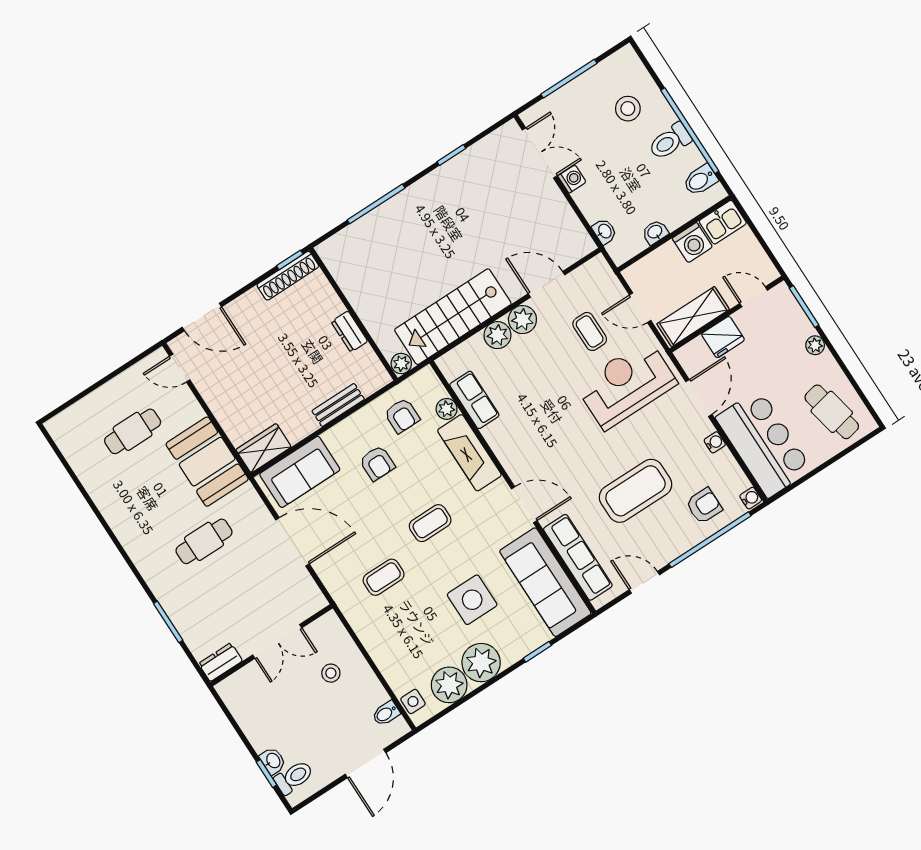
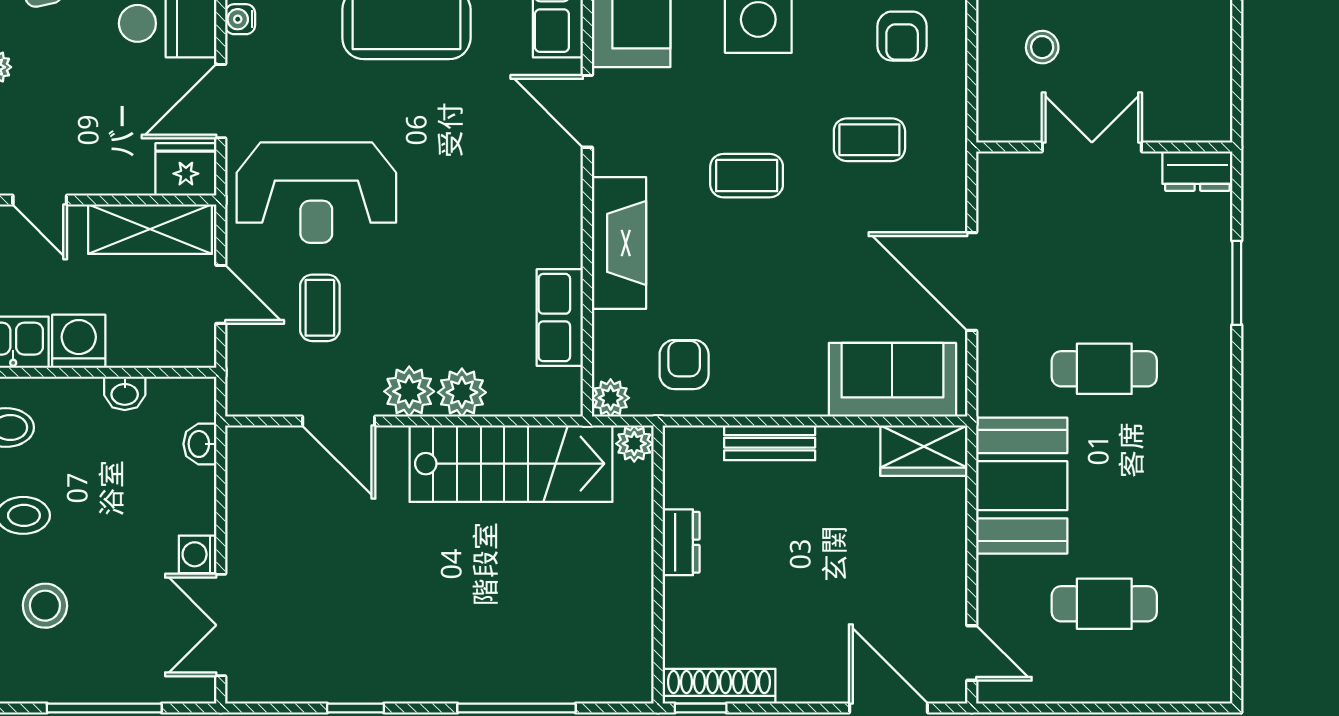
fridge: (723, 337) -> (186, 169), moved
plant: (447, 409) -> (611, 398), moved
armchair: (377, 463) -> (902, 36), moved, turned 180

